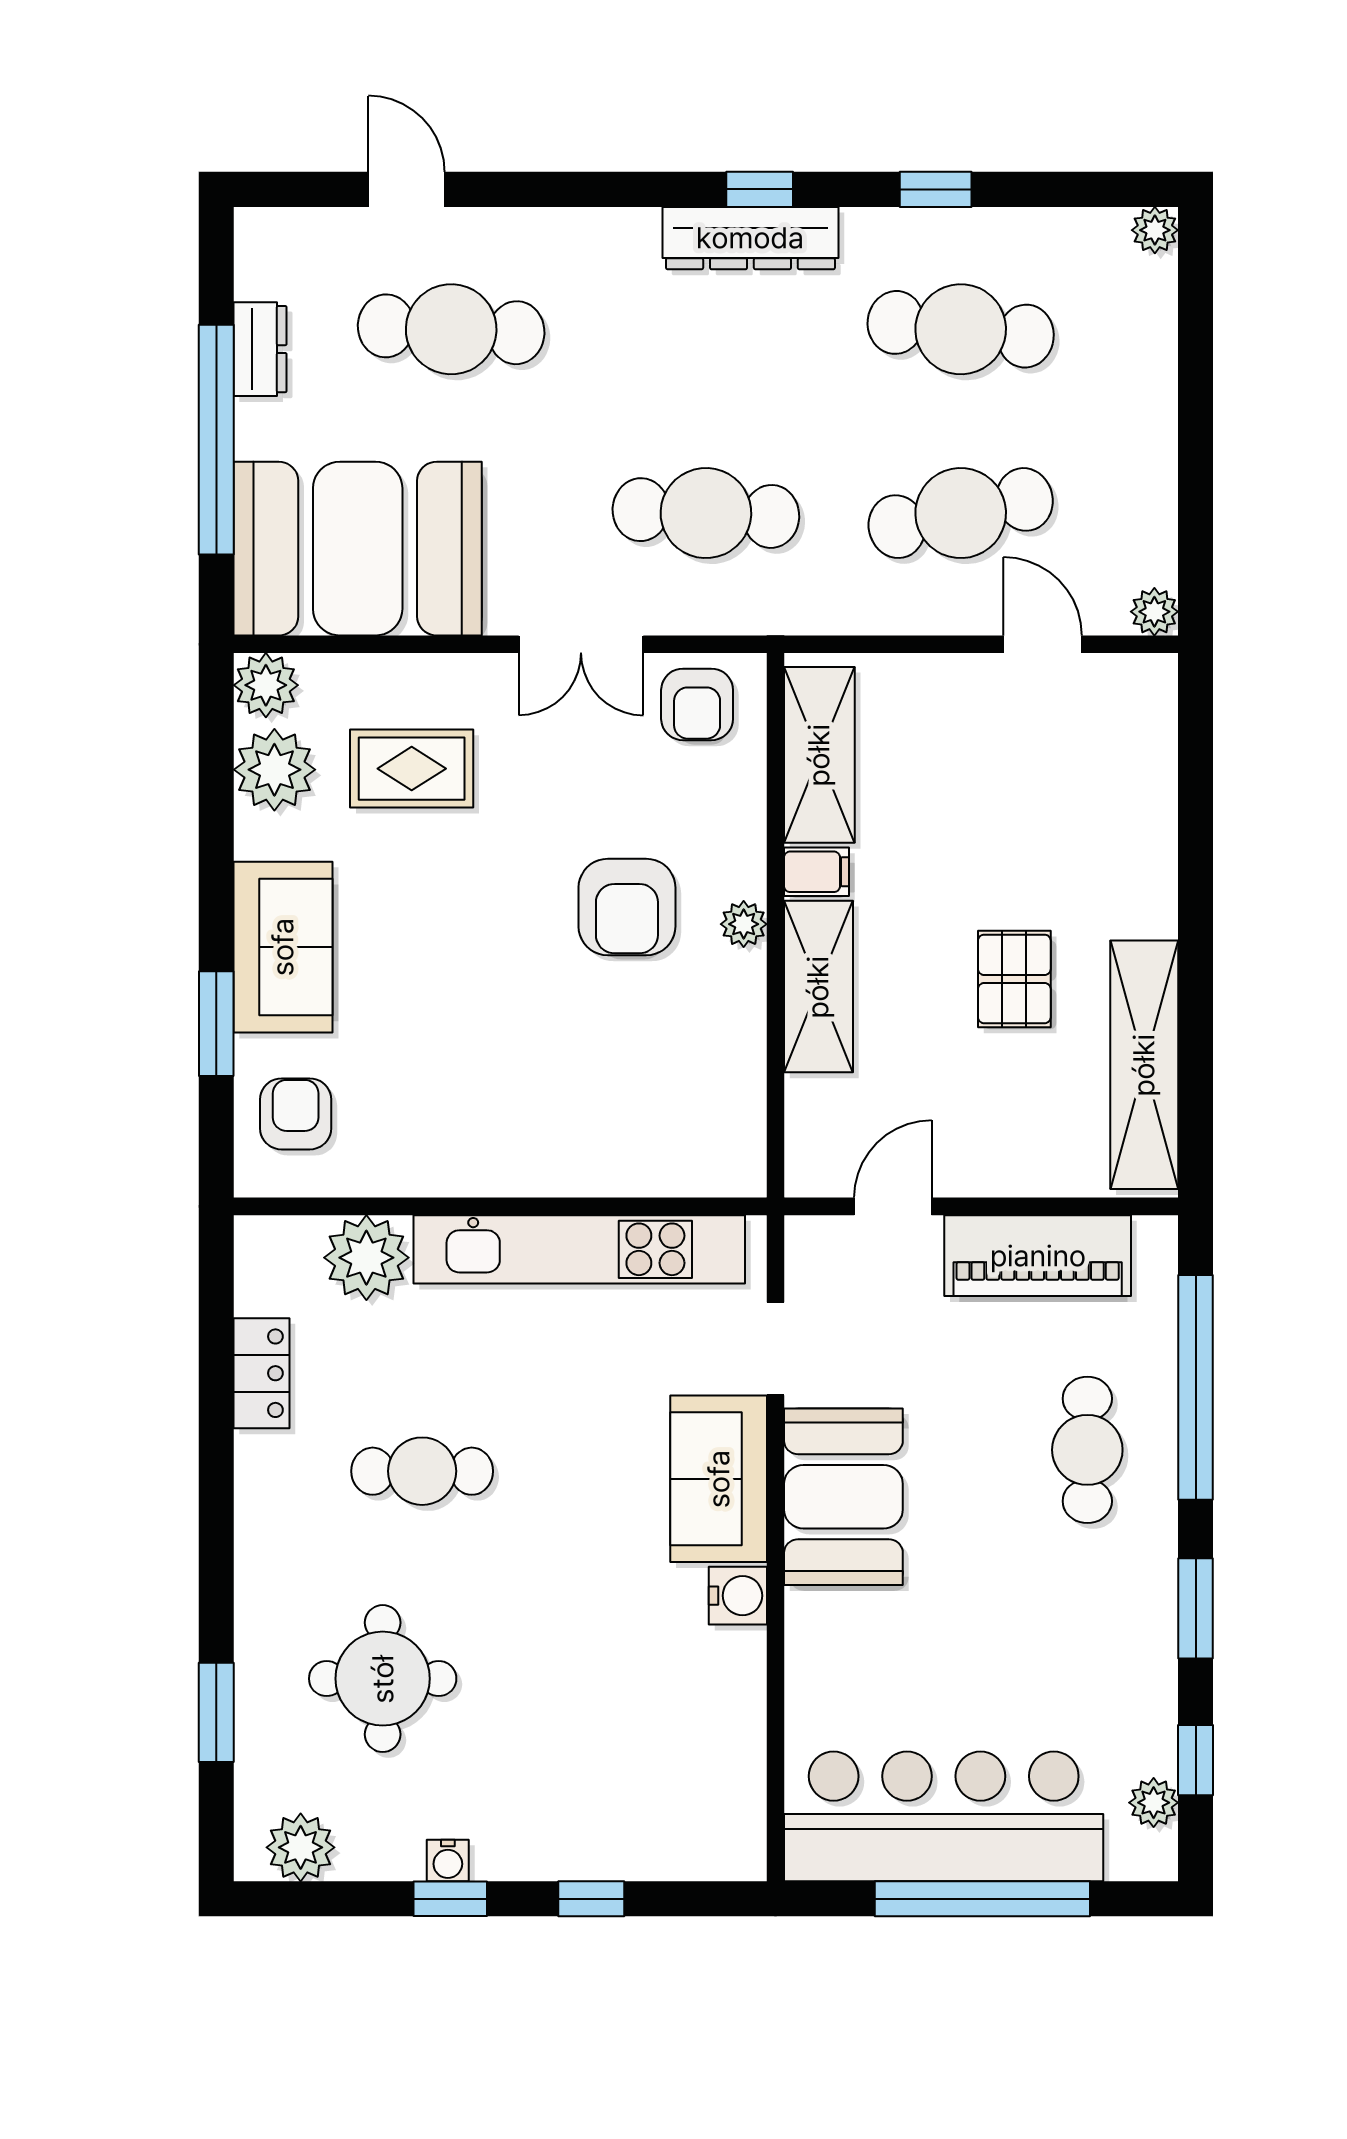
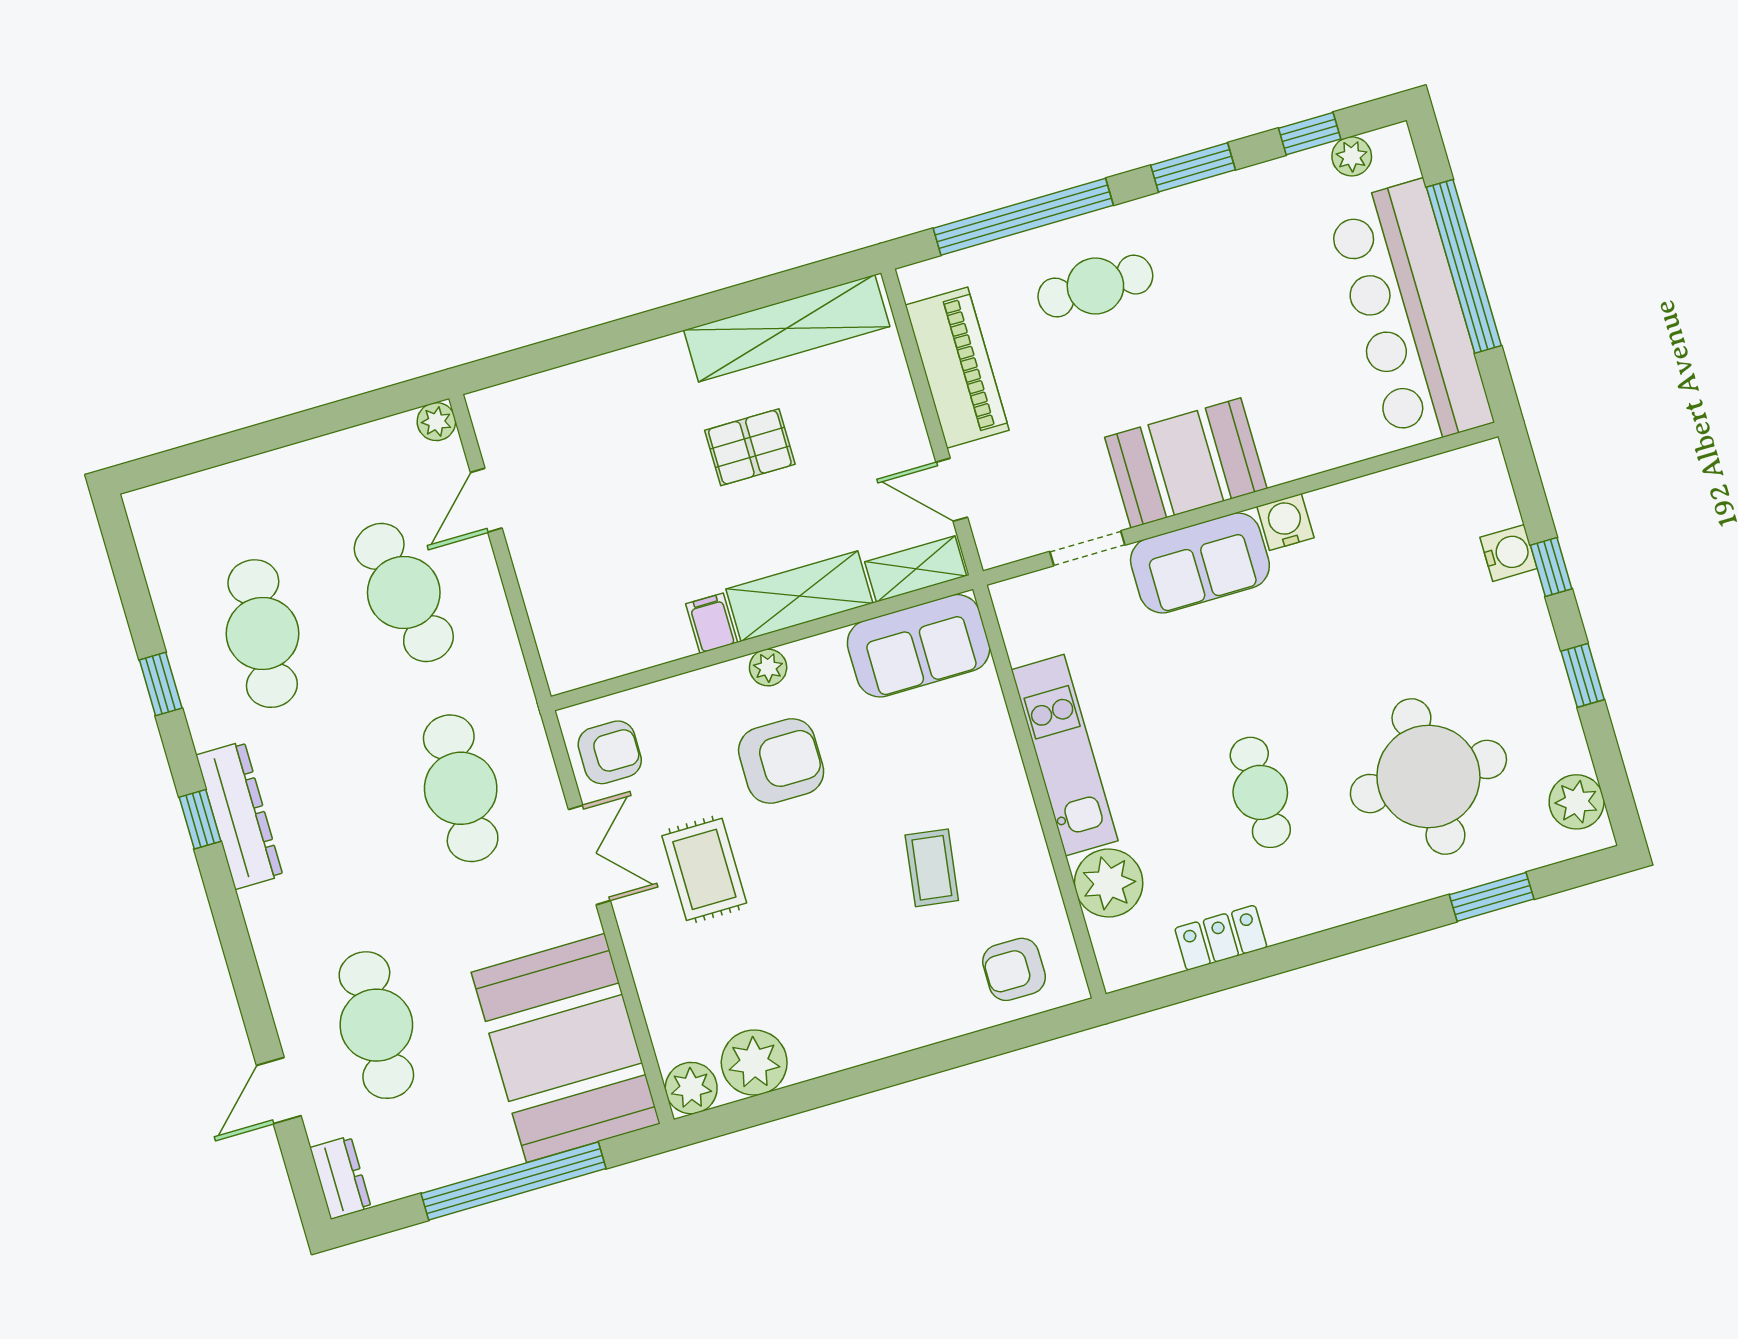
plant: (1155, 230) -> (143, 506), removed
dresser: (260, 349) -> (341, 1178), moved, turned 90
shelving: (819, 755) -> (916, 569), moved, width x0.67, depth x0.75
rug: (412, 769) -> (704, 869), moved
sofa: (283, 947) -> (919, 646), moved, turned 180
window: (216, 1024) -> (962, 1051), removed
coffee table: (446, 1051) -> (932, 868), added
kitchen unit: (579, 1249) -> (1065, 755), width x0.73
round table: (383, 1679) -> (1428, 776), width x1.36, depth x1.36
water cooler: (448, 1861) -> (1509, 553), moved, width x1.38, depth x1.38

